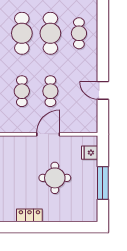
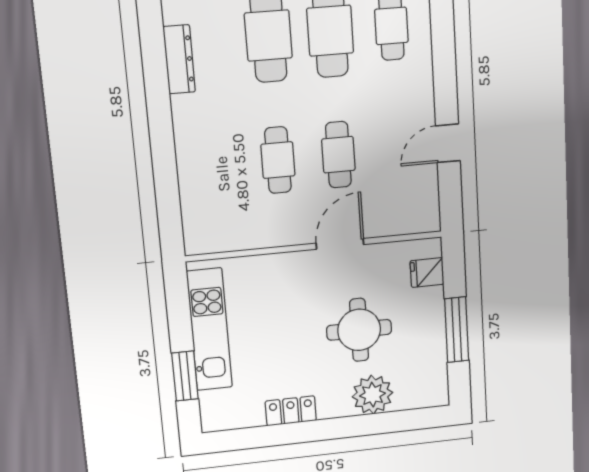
door: (103, 90) -> (448, 143), hinge flipped
plant: (59, 212) -> (372, 395), added
locker: (29, 215) -> (291, 411), moved

